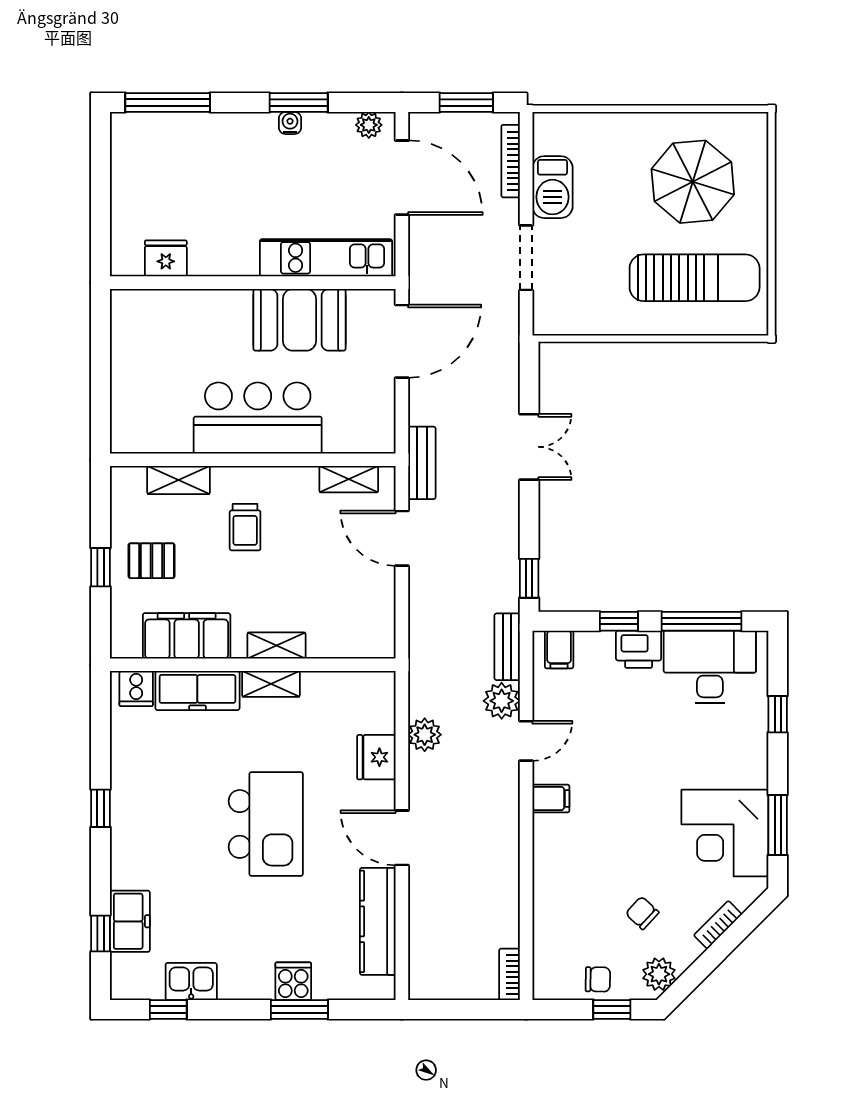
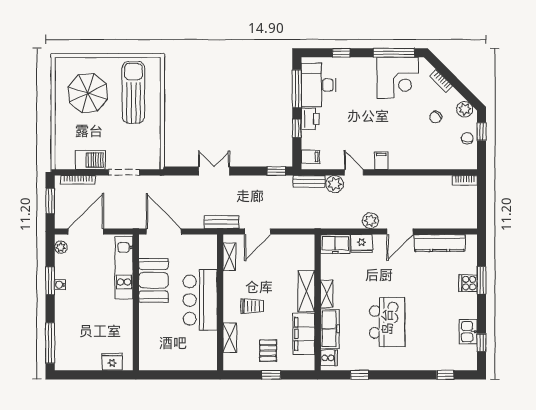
fridge: (166, 258) -> (112, 362), moved, turned 90
shelving: (276, 645) -> (306, 291), width x1.50, depth x1.33
plant: (425, 735) -> (370, 221), moved
window: (101, 808) -> (359, 375), moved
kitchen island: (266, 824) -> (387, 322), moved, turned 90
window: (778, 825) -> (394, 53), width x1.44
freezer: (130, 921) -> (335, 244), moved, turned 180

